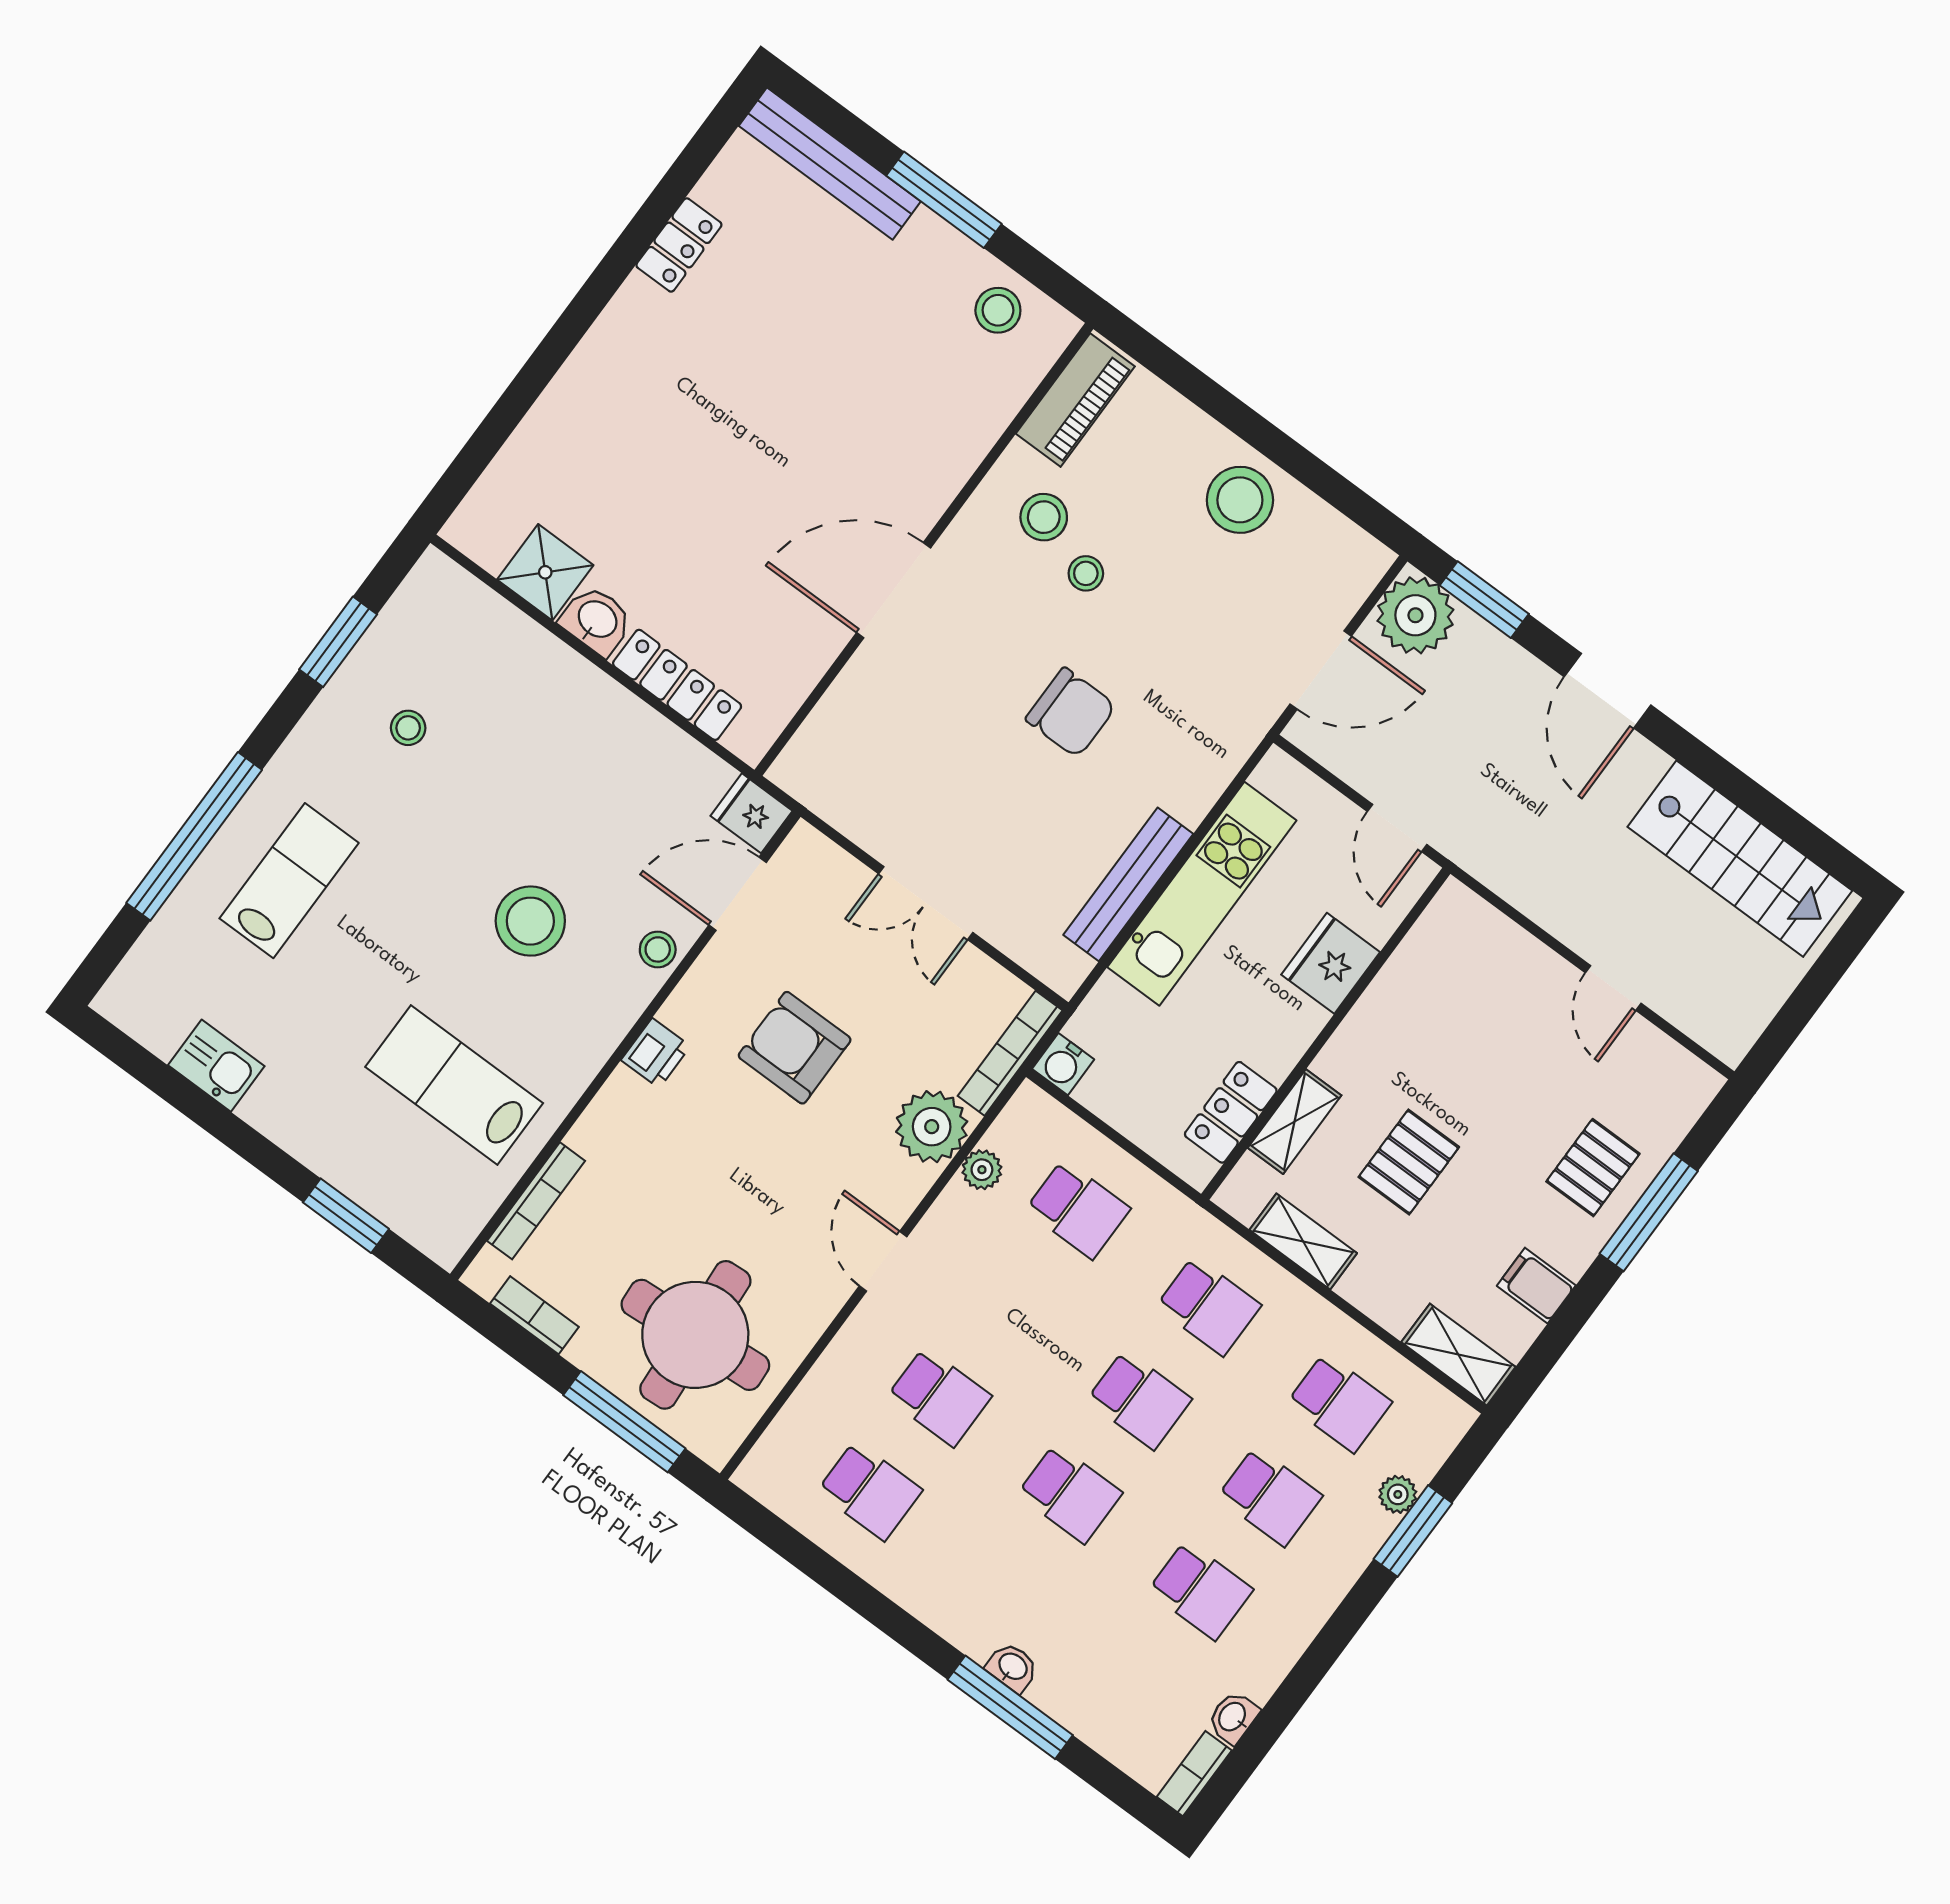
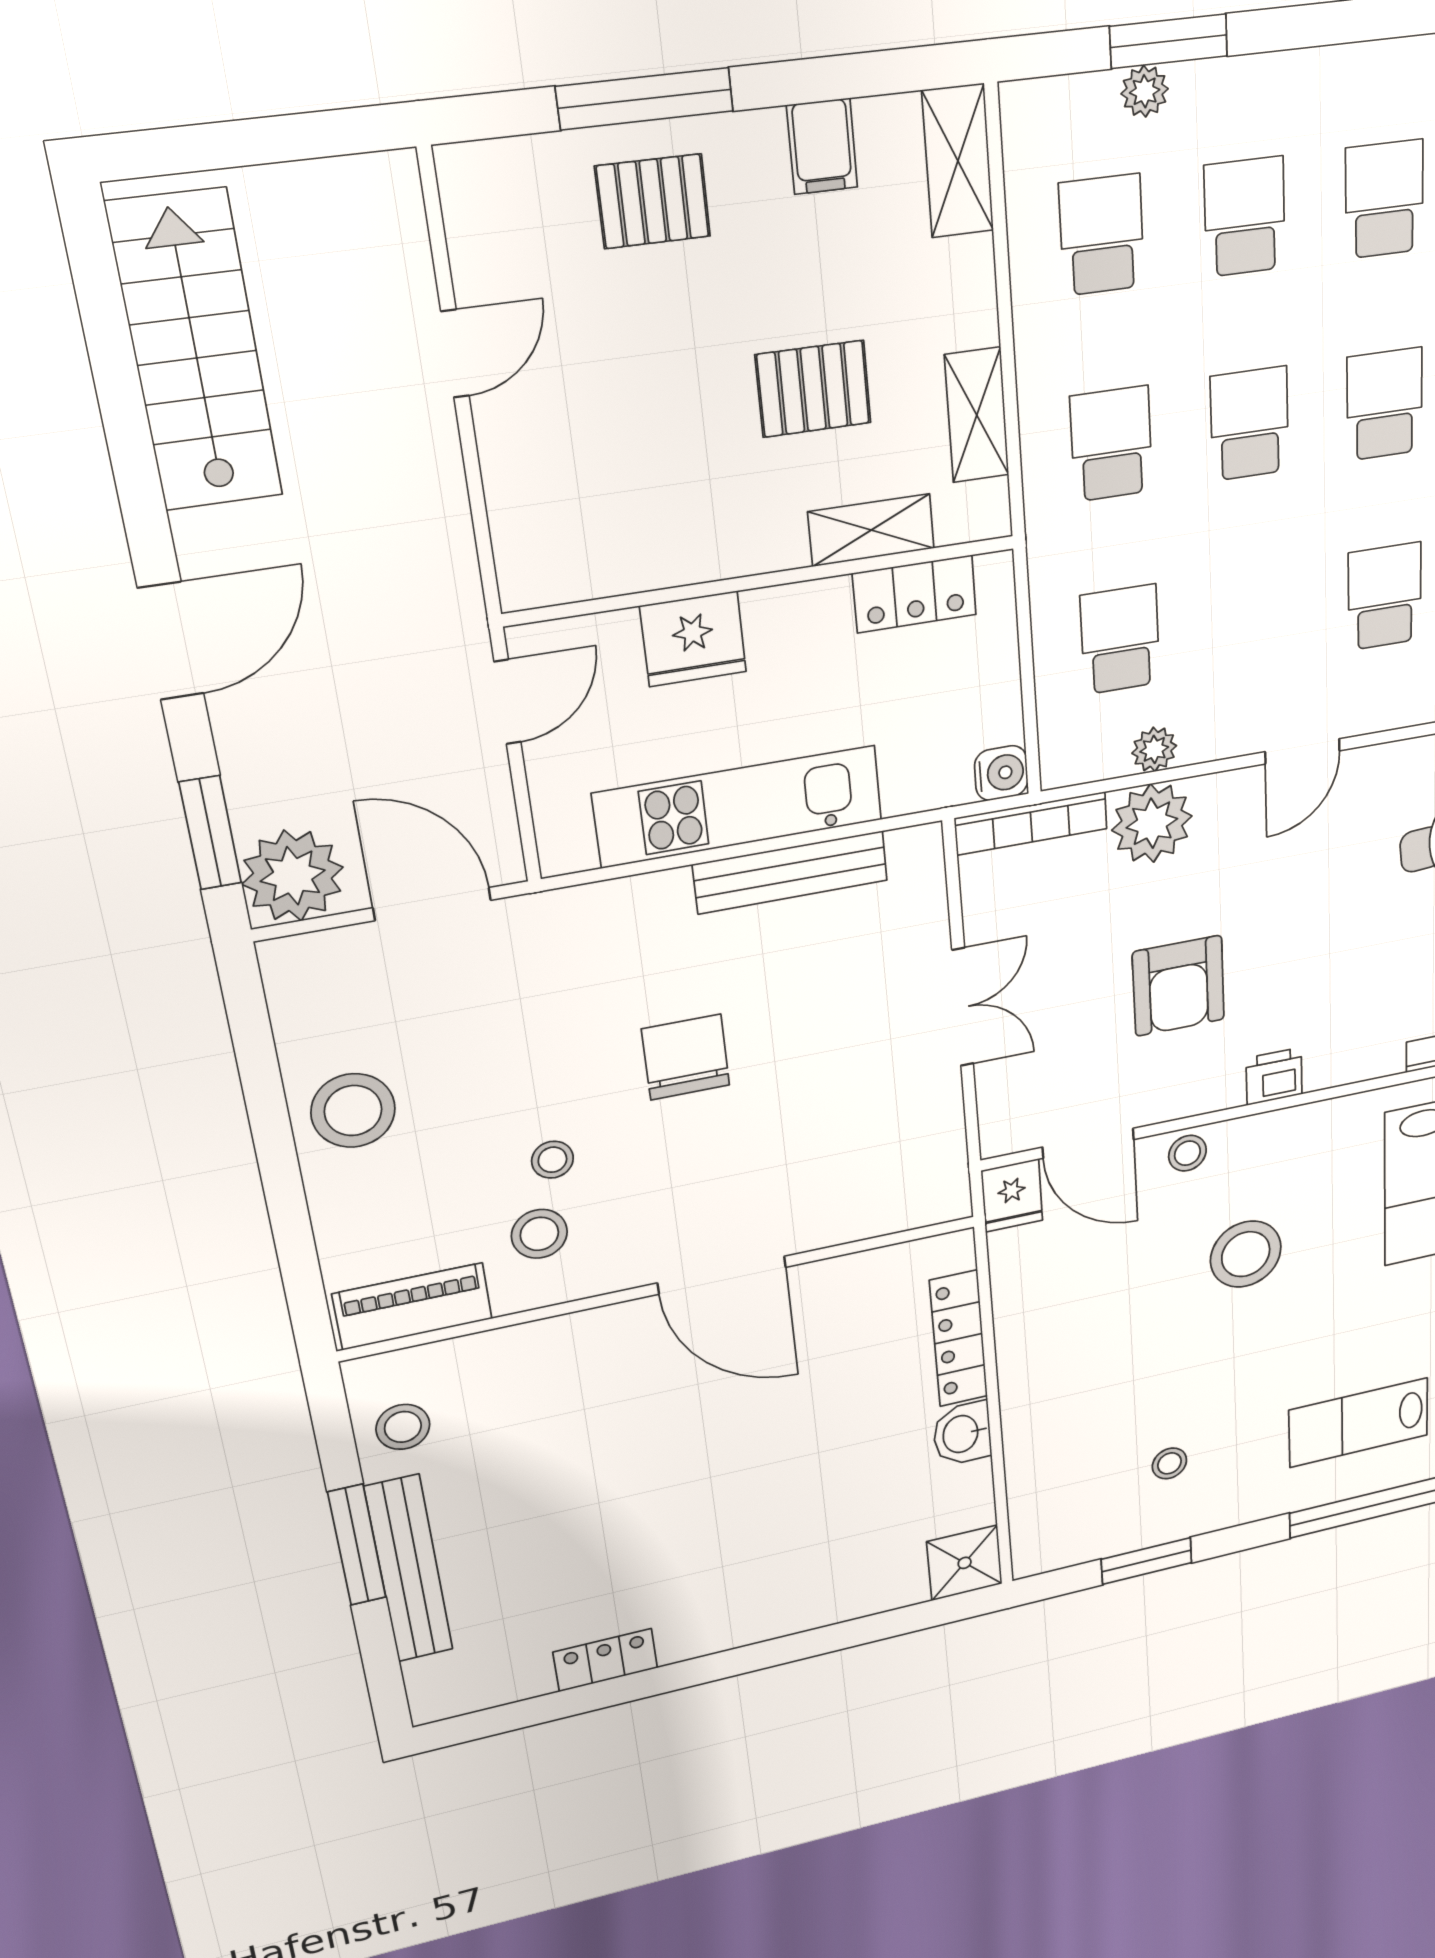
bench: (830, 164) -> (409, 1569), moved
shower: (545, 572) -> (965, 1563), moved

